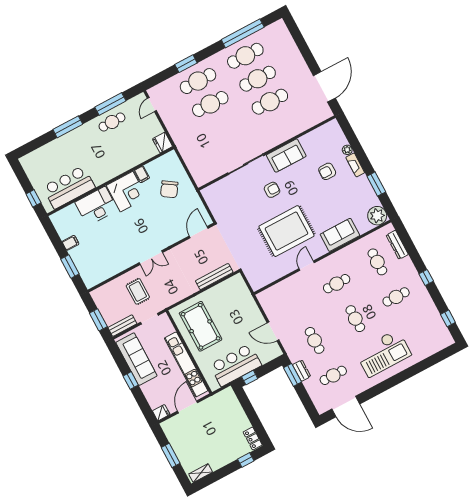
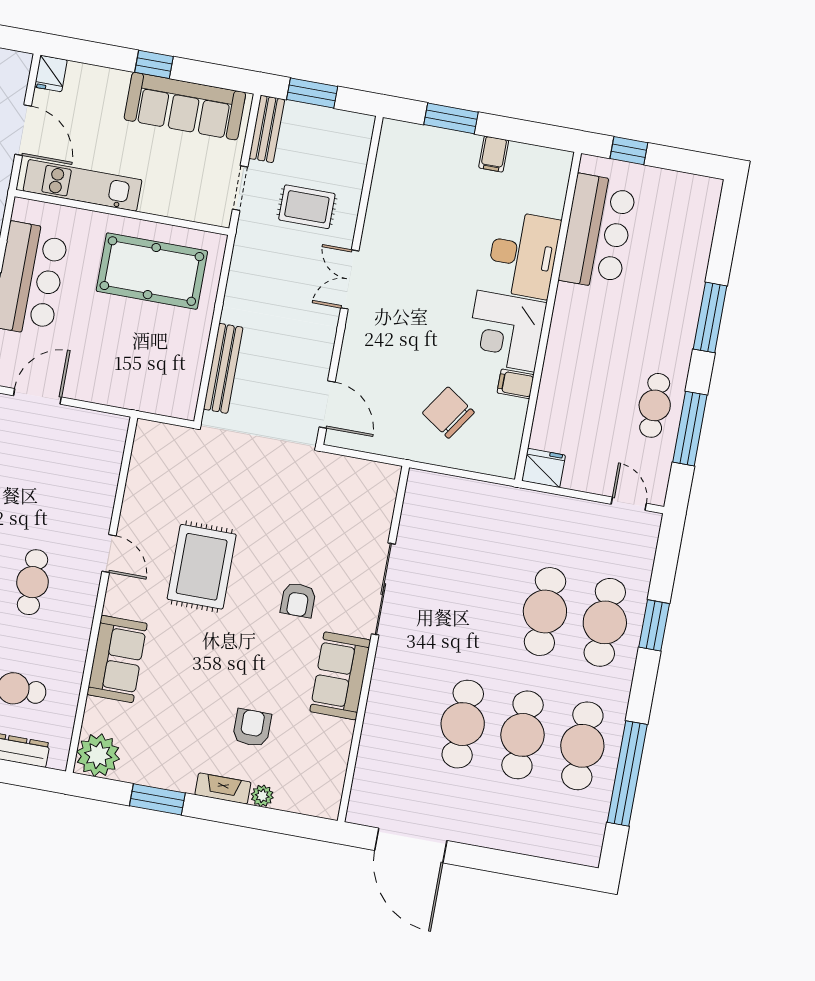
rug: (286, 231) -> (202, 567), width x0.73, depth x0.69
kitchen unit: (186, 364) -> (83, 185), width x0.73

